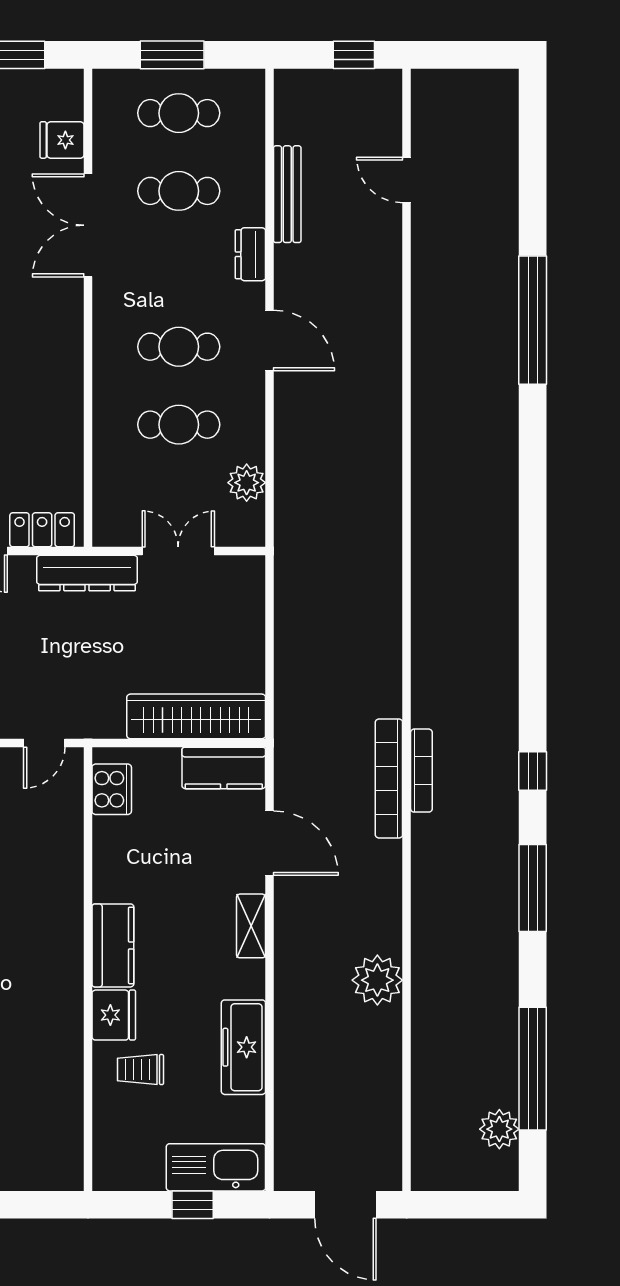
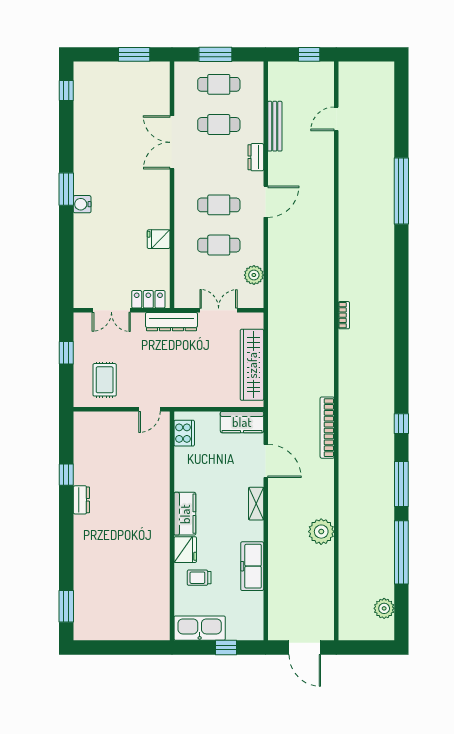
fridge: (62, 140) -> (159, 239), moved
door: (407, 180) -> (336, 119), hinge flipped
door: (270, 340) -> (266, 202), hinge flipped
wardrobe: (196, 716) -> (252, 365), moved, turned -90
bookcase: (421, 771) -> (344, 315), moved, width x0.64
window: (533, 1069) -> (401, 552), moved
kitchen sink: (216, 1167) -> (200, 628), moved

